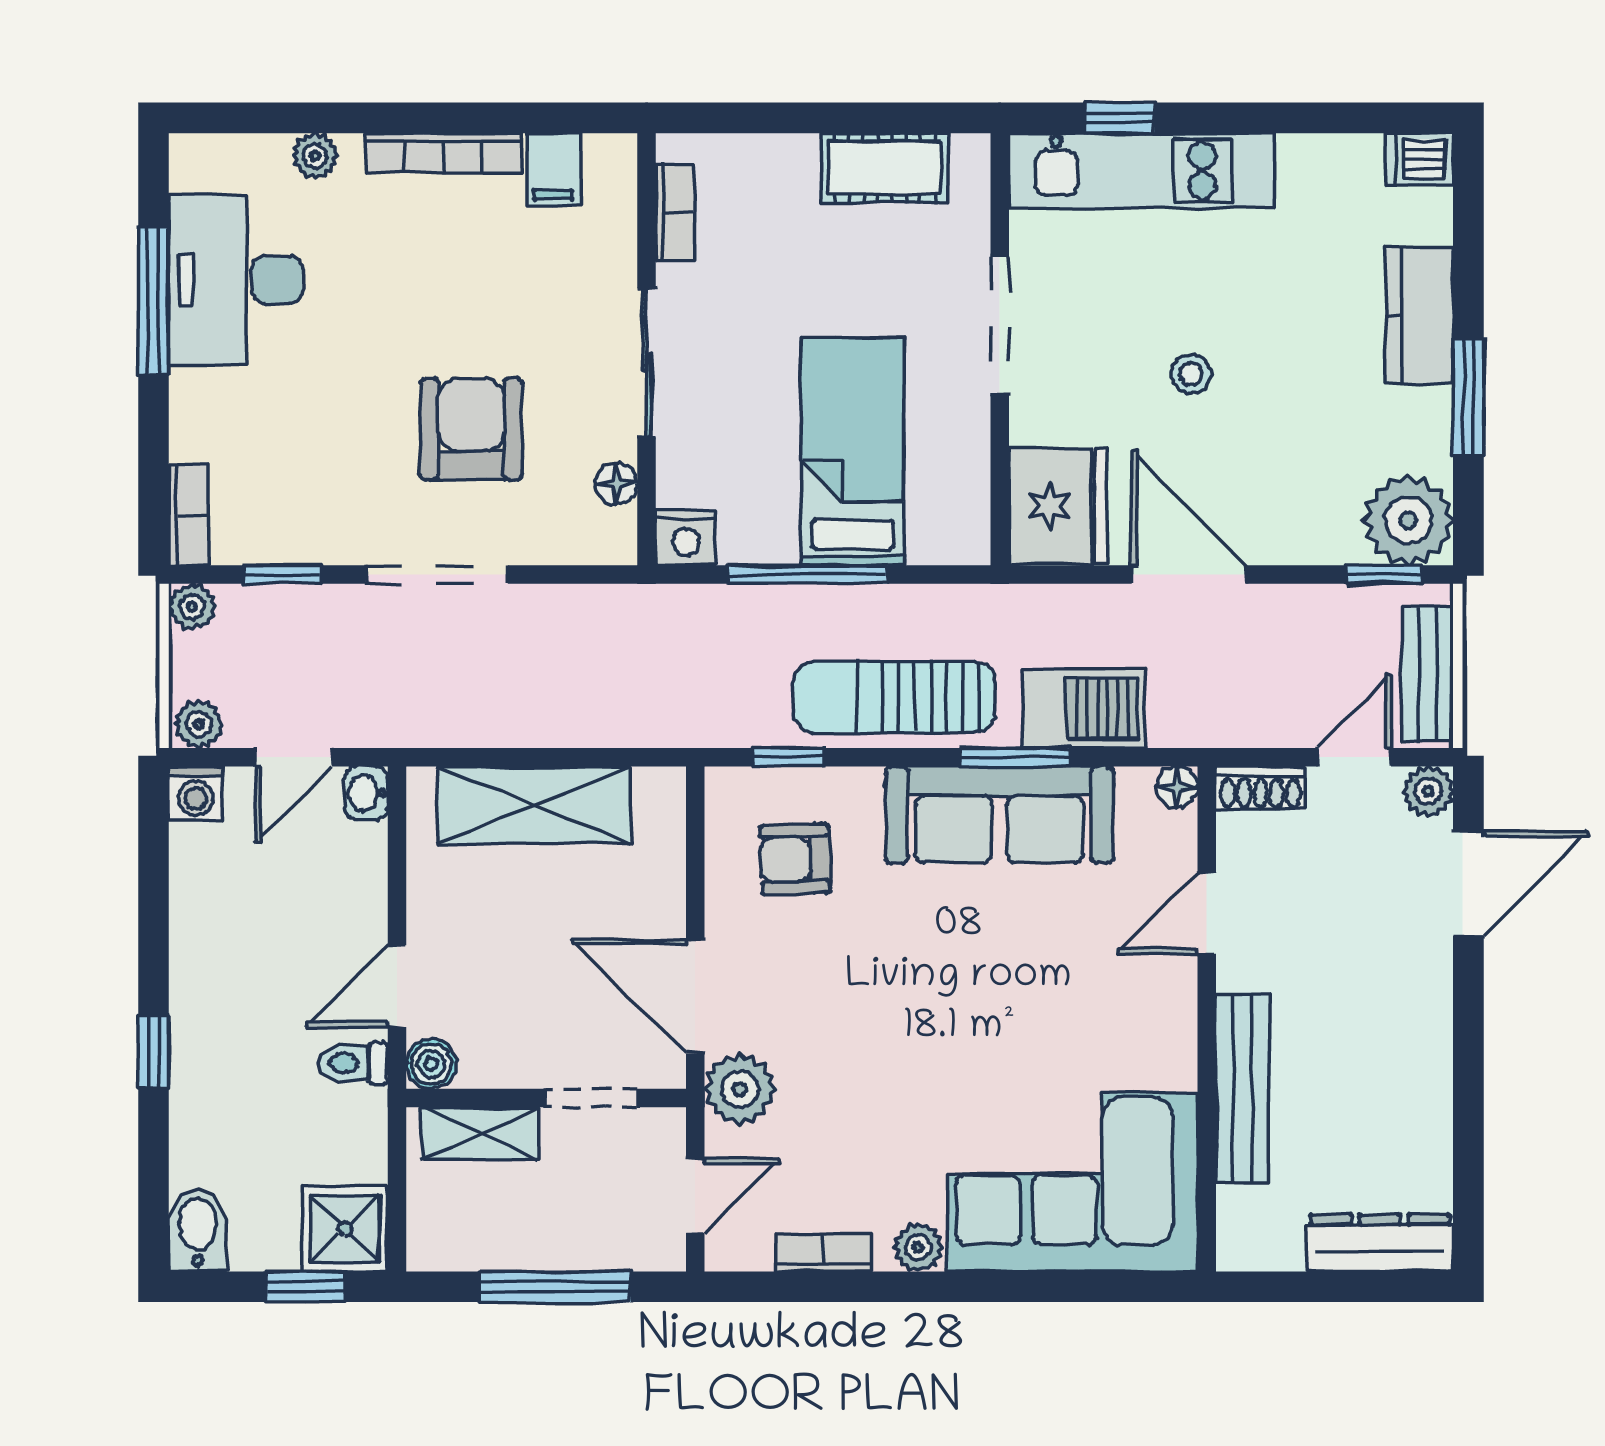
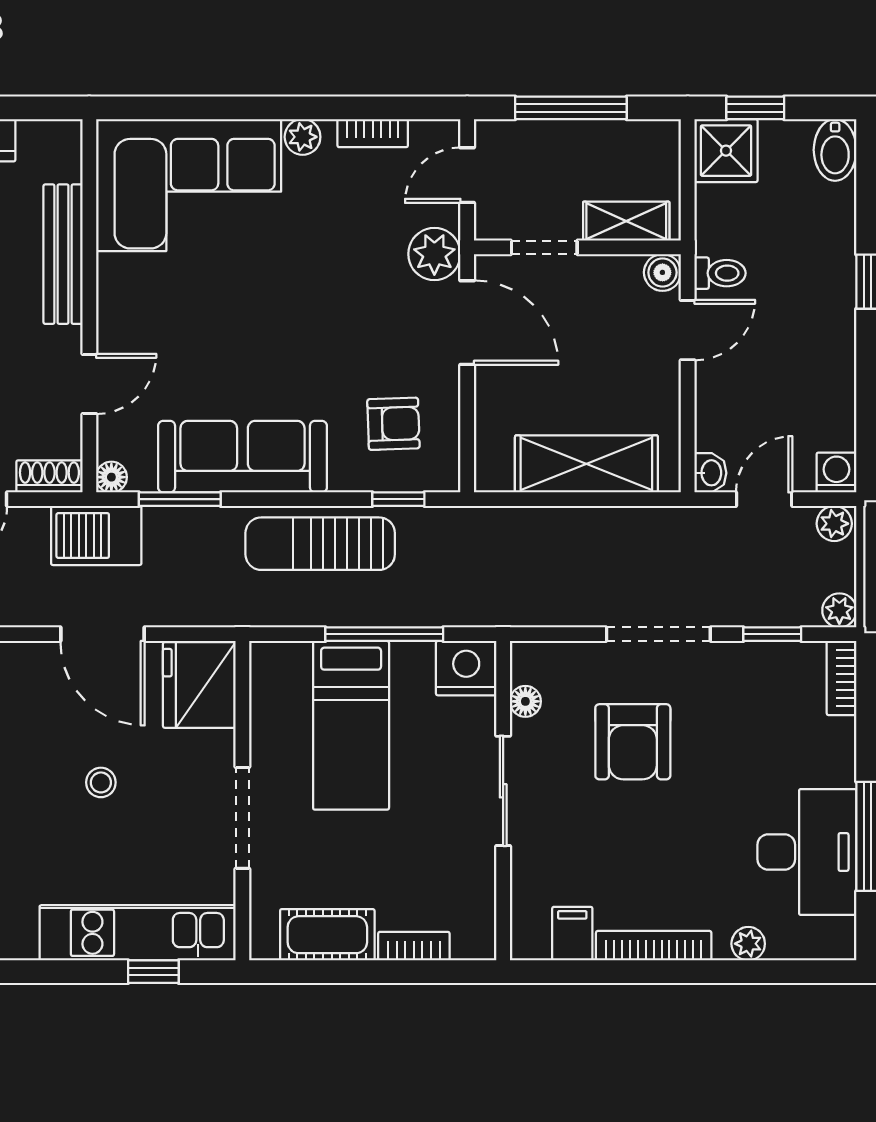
bookcase: (675, 212) -> (414, 946), moved, turned 90
nightstand: (686, 538) -> (466, 668), width x1.36, depth x1.33
sun lounger: (894, 697) -> (320, 544), turned 180
barbecue: (1084, 708) -> (96, 535), moved
window: (1016, 757) -> (180, 499), moved

